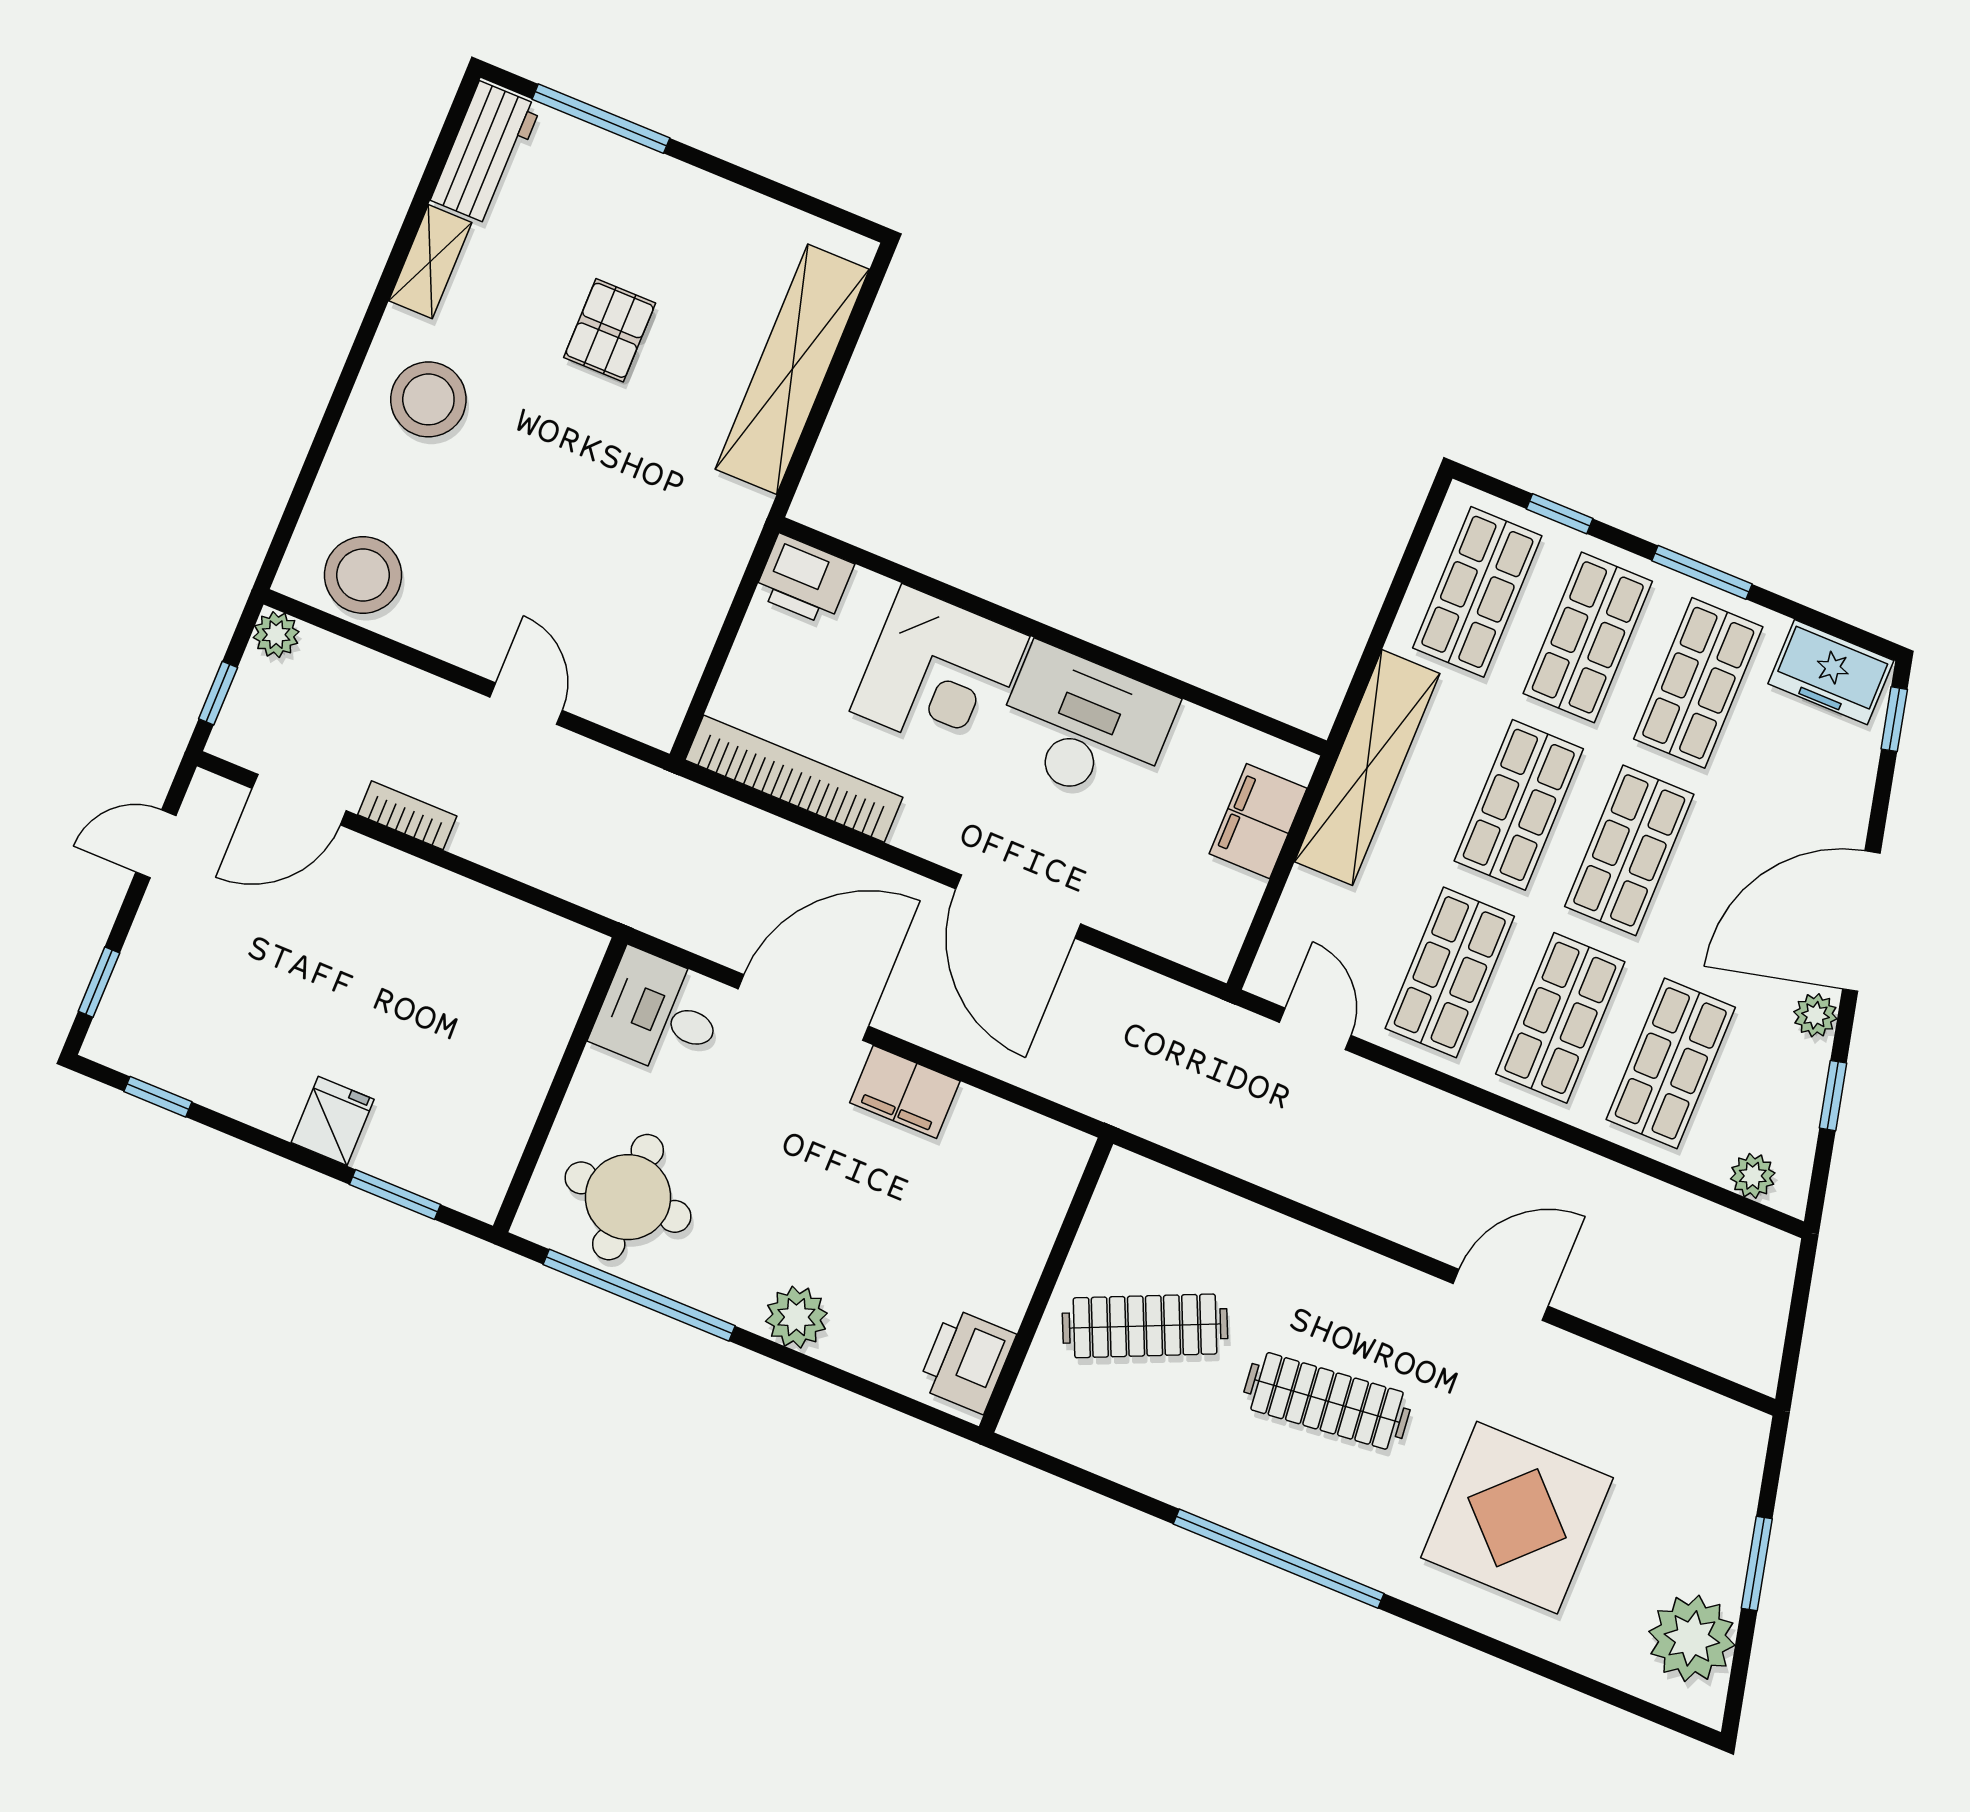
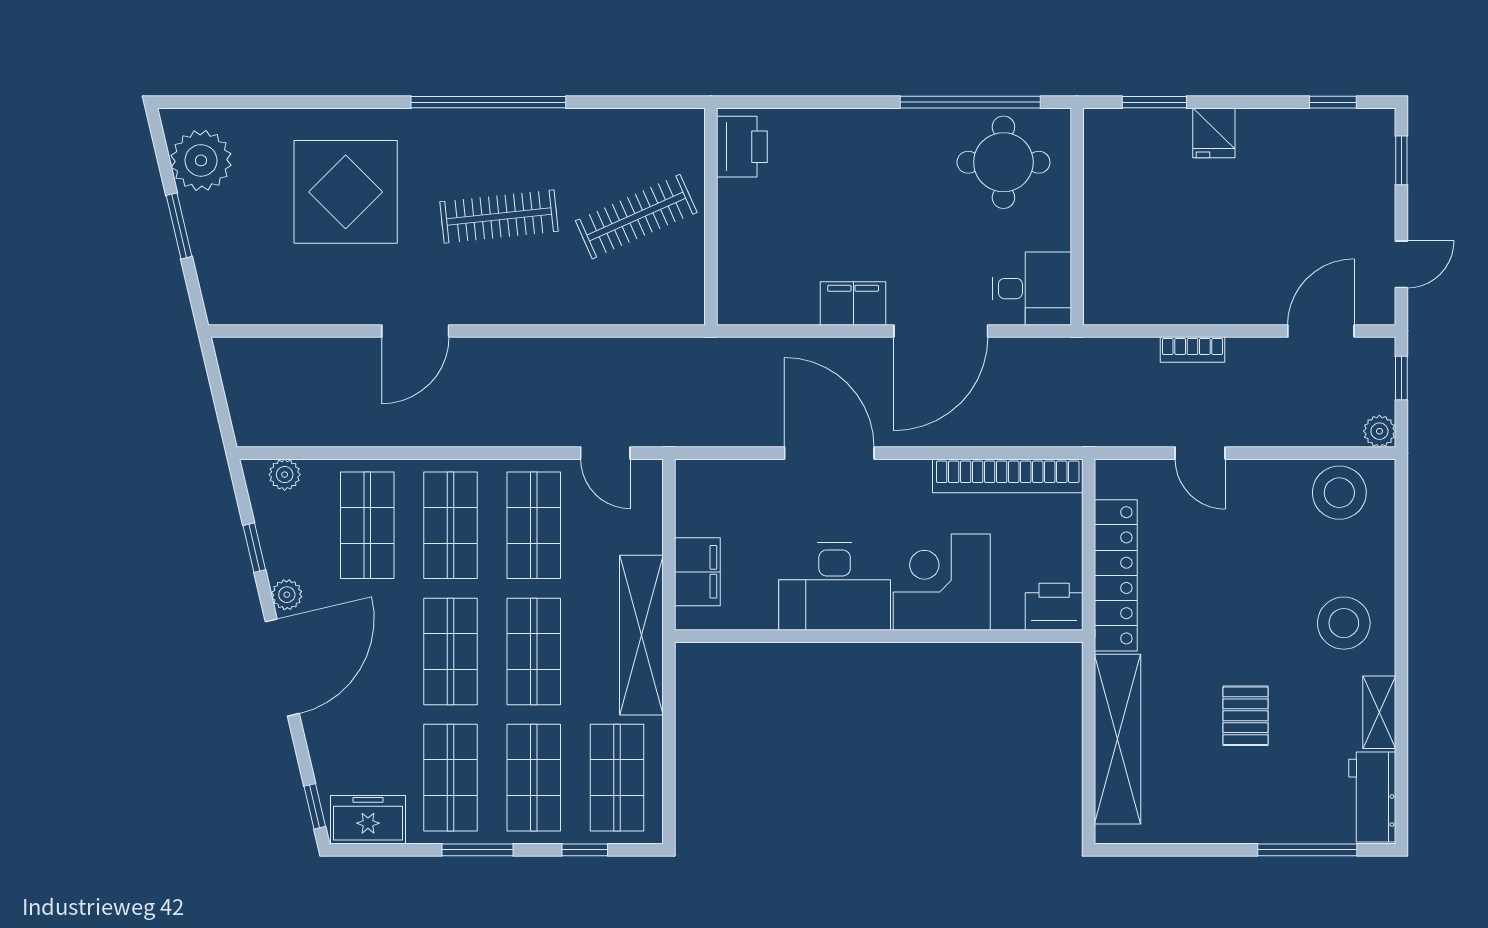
locker: (705, 588) -> (1116, 575), added
bookcase: (407, 815) -> (1192, 350), moved
plant: (796, 1317) -> (863, 130), removed

